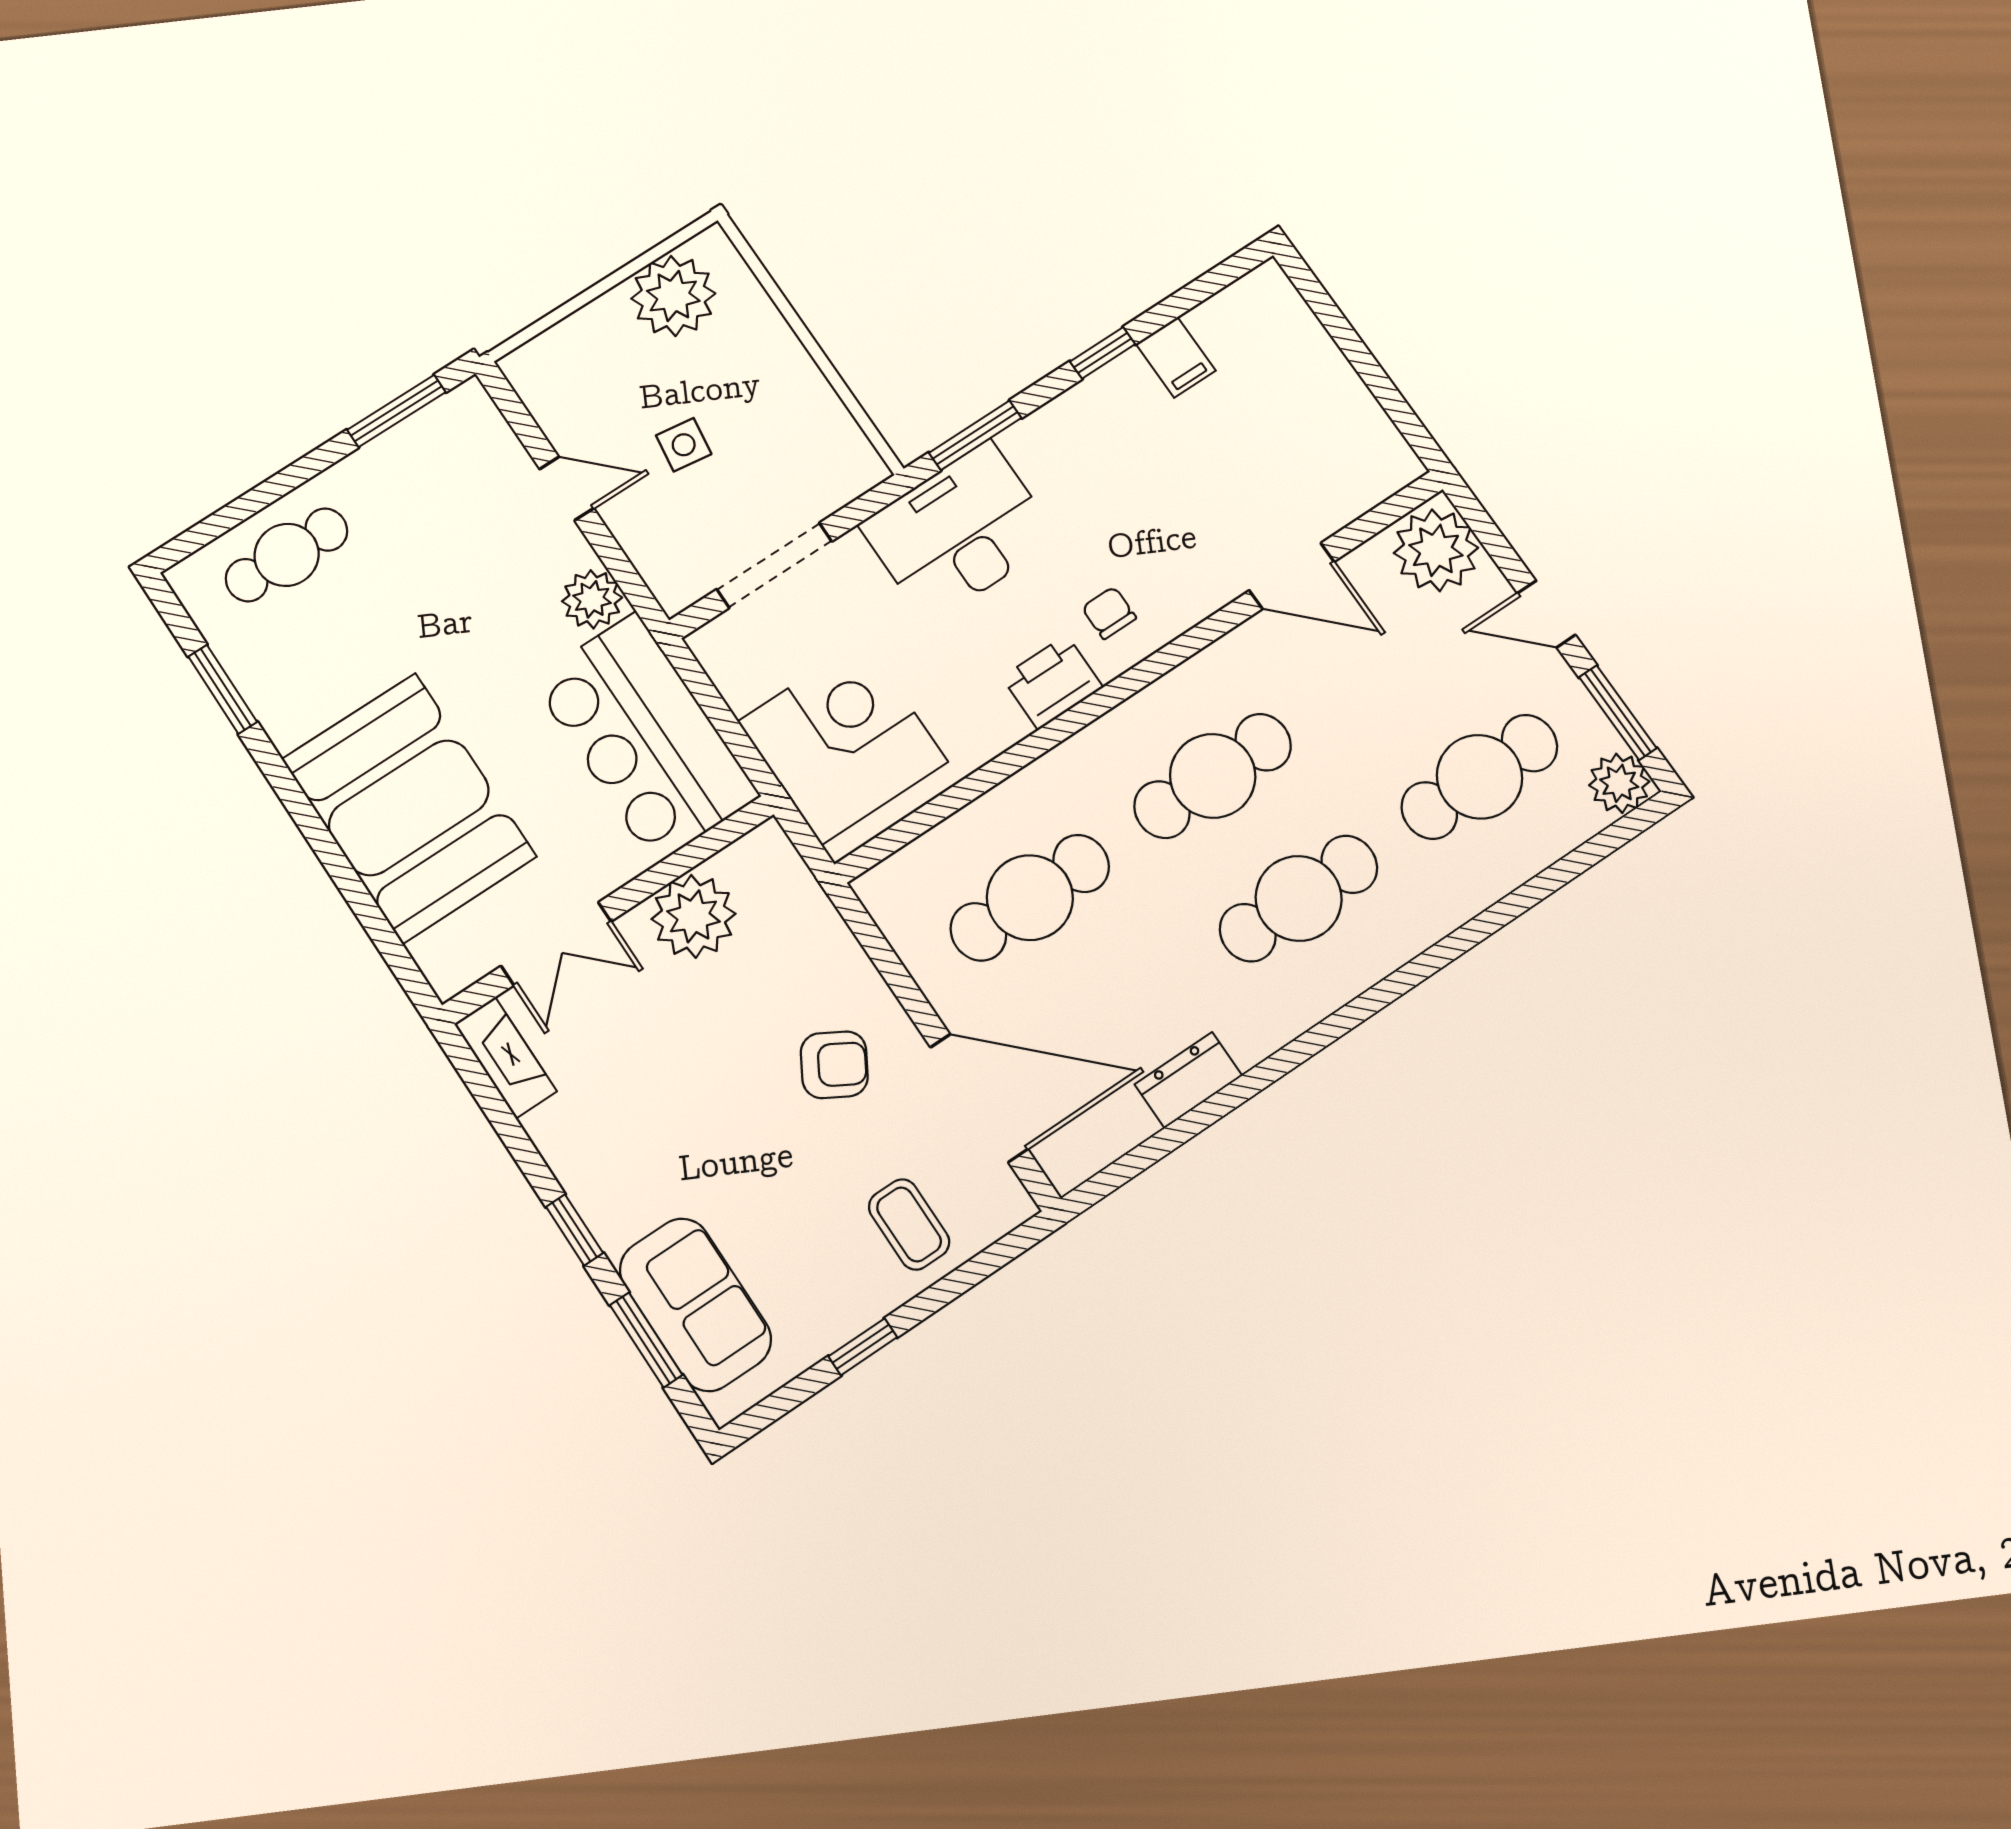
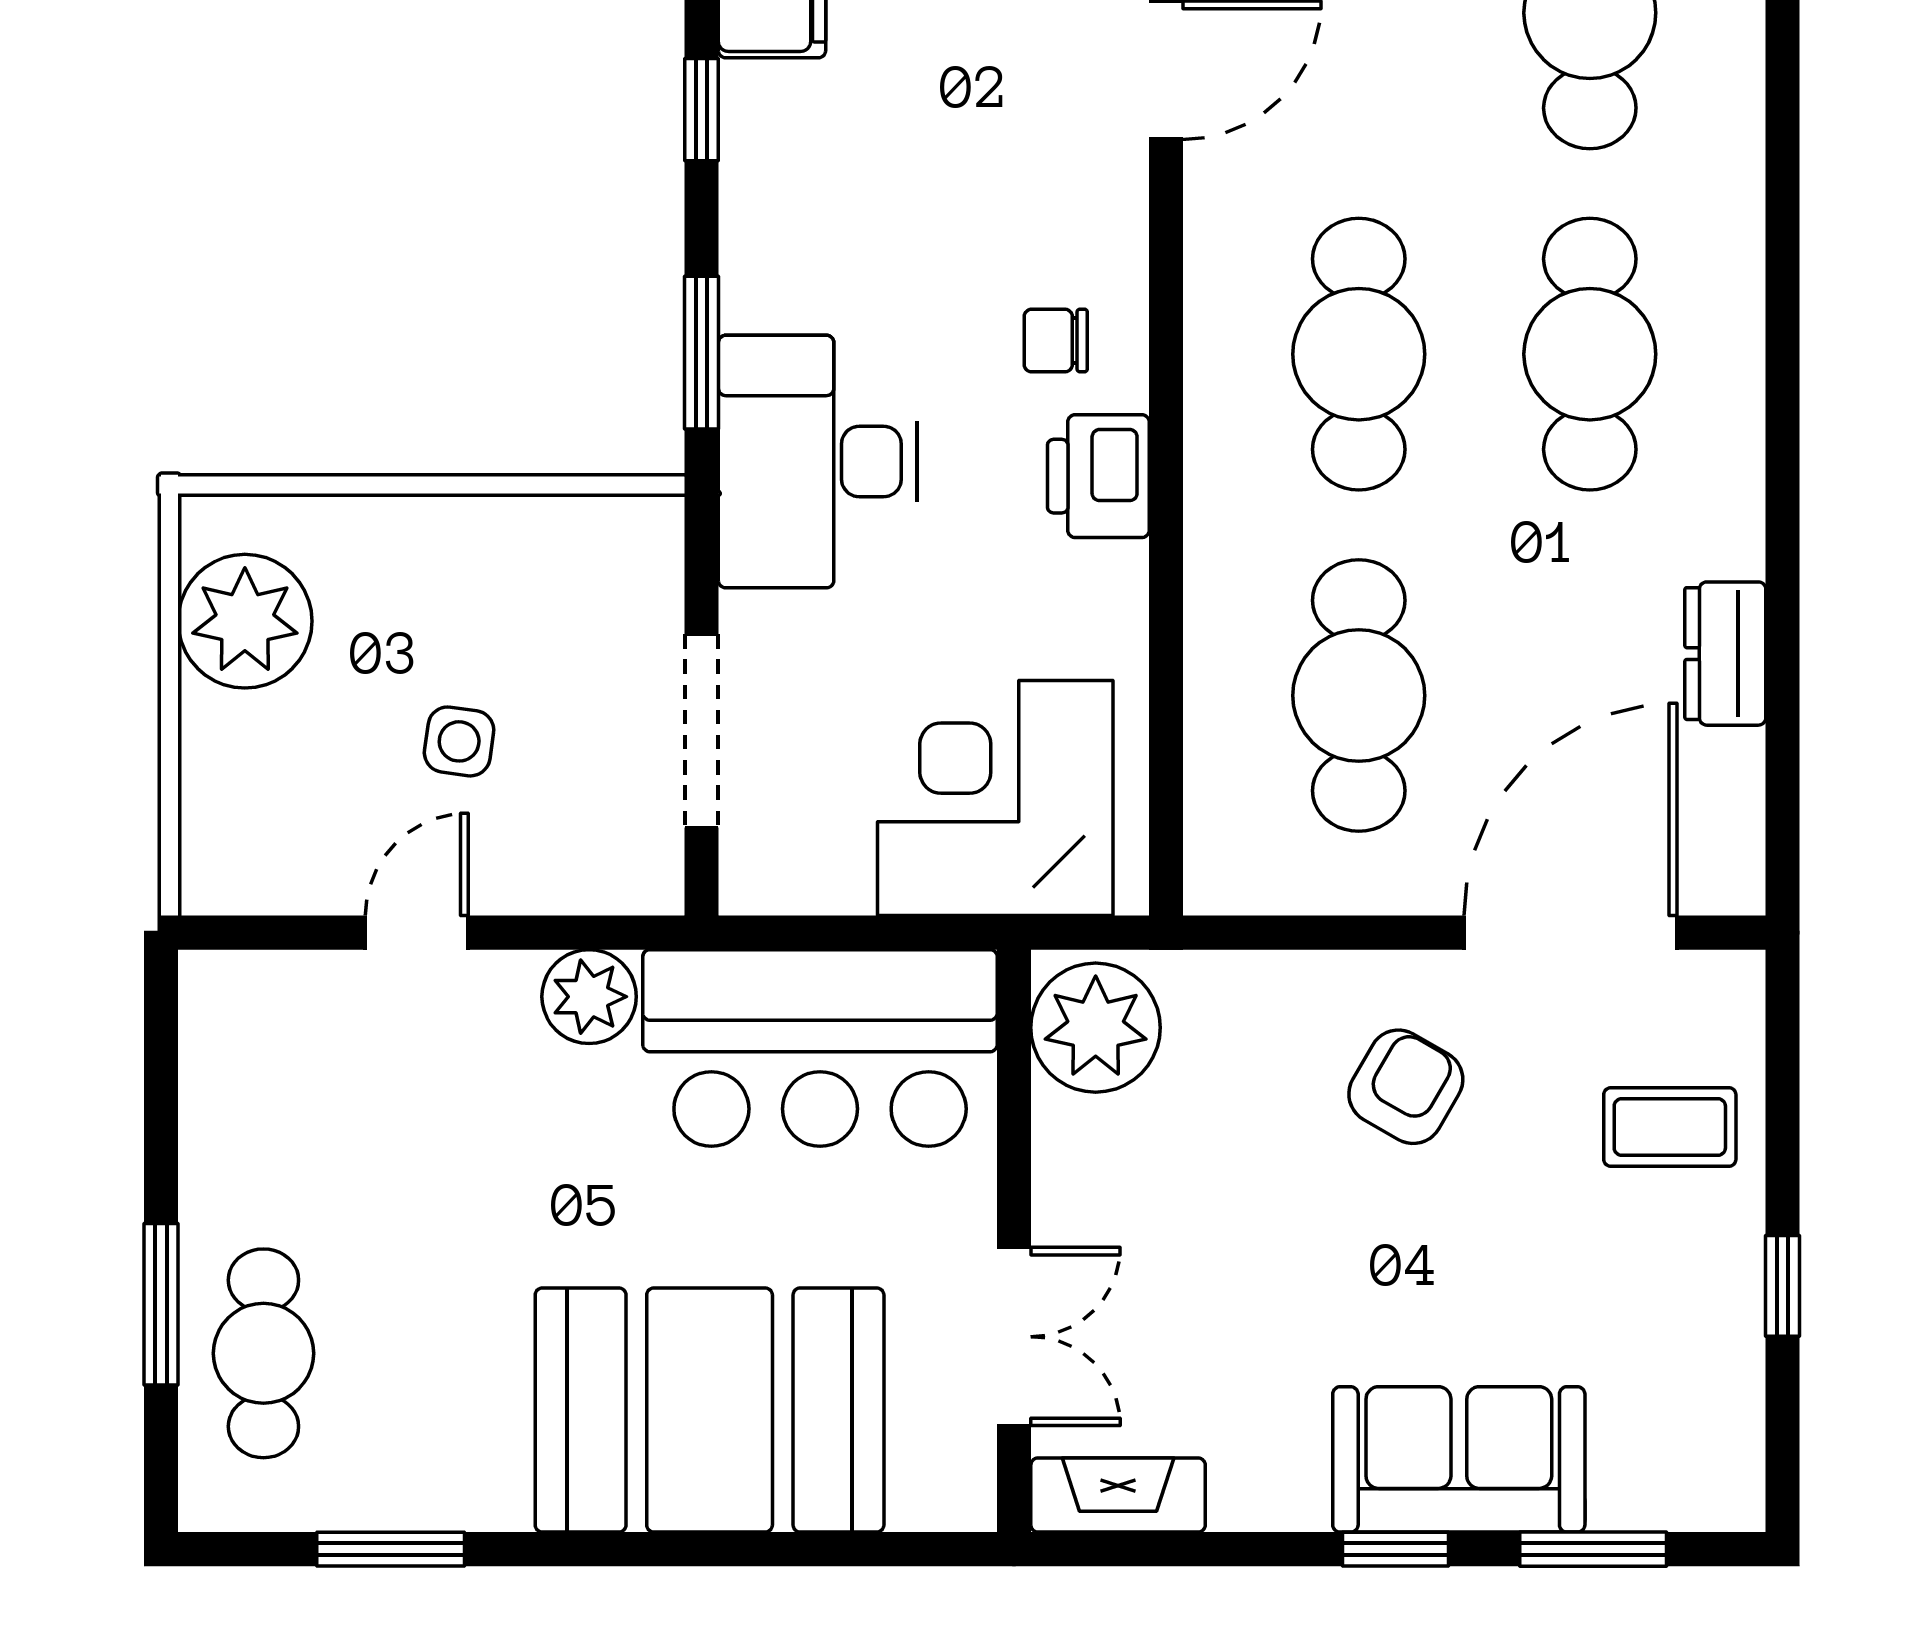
window: (396, 411) -> (161, 1304), moved
plant: (693, 916) -> (1096, 1028), moved
sofa: (695, 1305) -> (1459, 1459), moved

